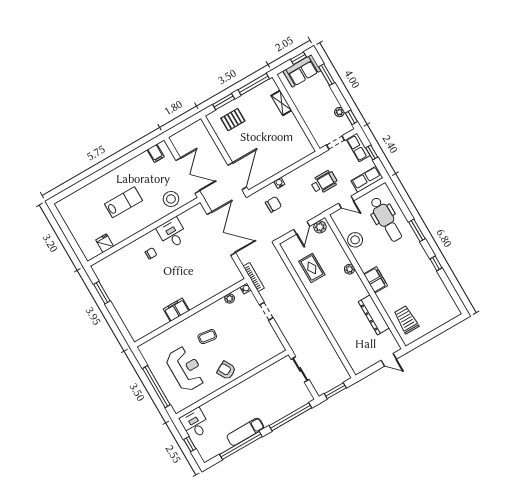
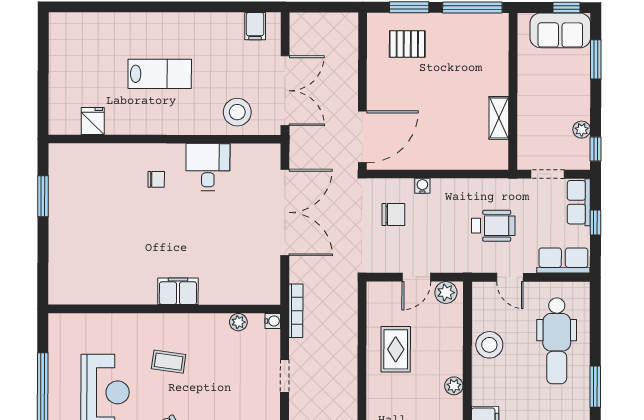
shelving: (281, 103) -> (499, 118), moved
filing cabinet: (176, 310) -> (178, 291), moved

